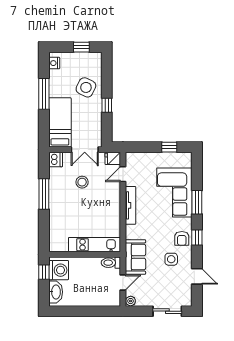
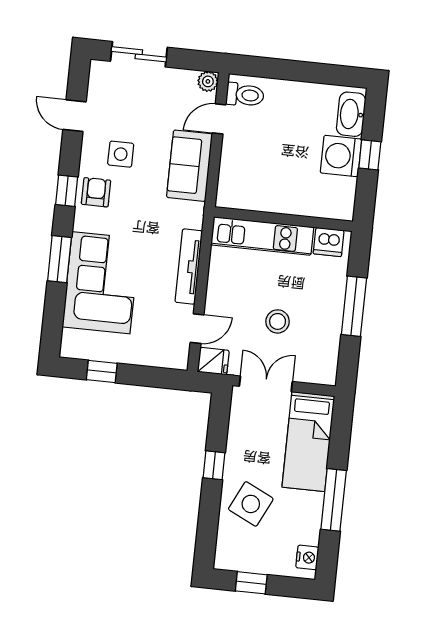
dishwasher: (56, 160) -> (329, 242), moved, turned -90
kitchen unit: (94, 245) -> (262, 236), moved
wall: (85, 254) -> (283, 219), moved
toilet: (111, 263) -> (245, 95), moved

